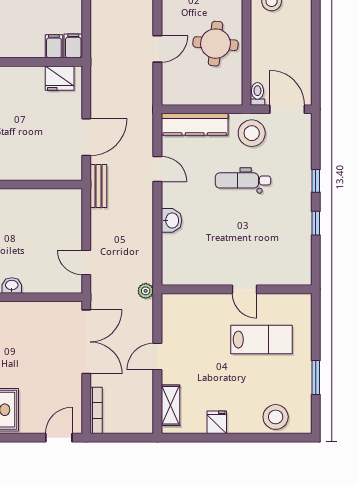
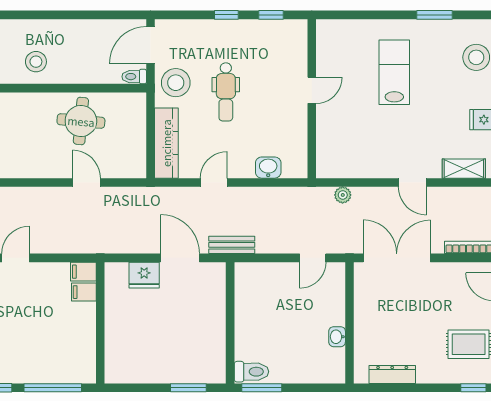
fridge: (60, 78) -> (144, 275), moved, turned 90
wall: (237, 289) -> (312, 99), moved
door: (244, 289) -> (312, 90), moved

